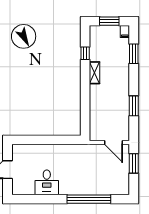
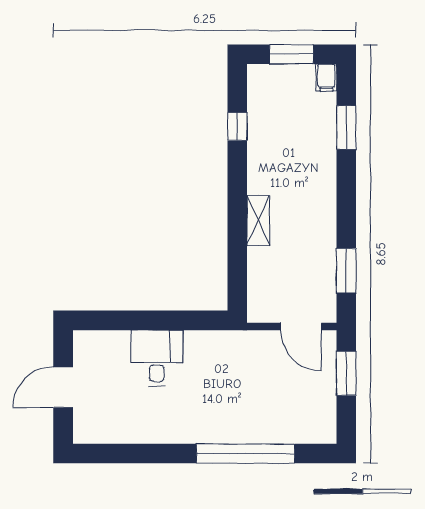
shelving: (95, 73) -> (258, 220), moved
window: (134, 106) -> (346, 271), moved
desk: (47, 182) -> (157, 358), moved, turned 180

